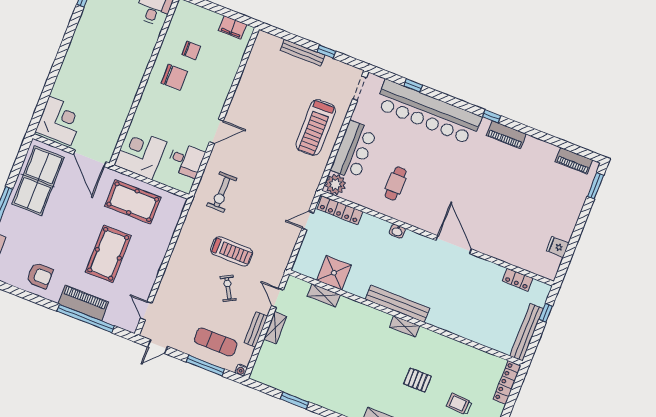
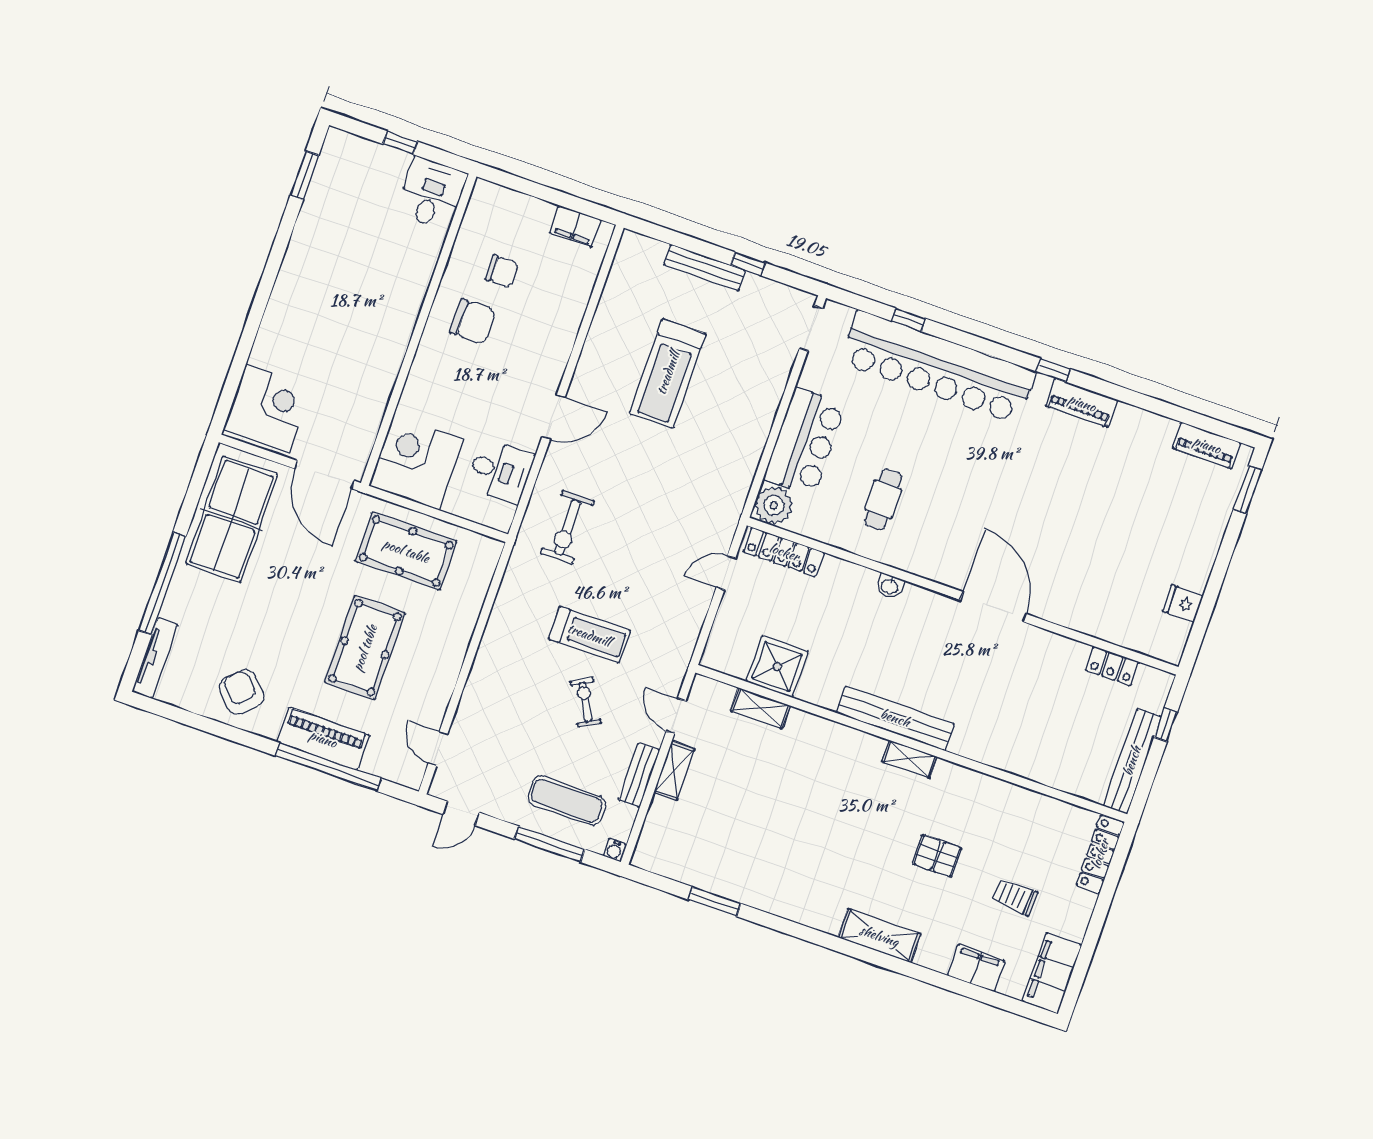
treadmill: (316, 128) -> (668, 373), moved
armchair: (40, 276) -> (242, 692), turned -134

